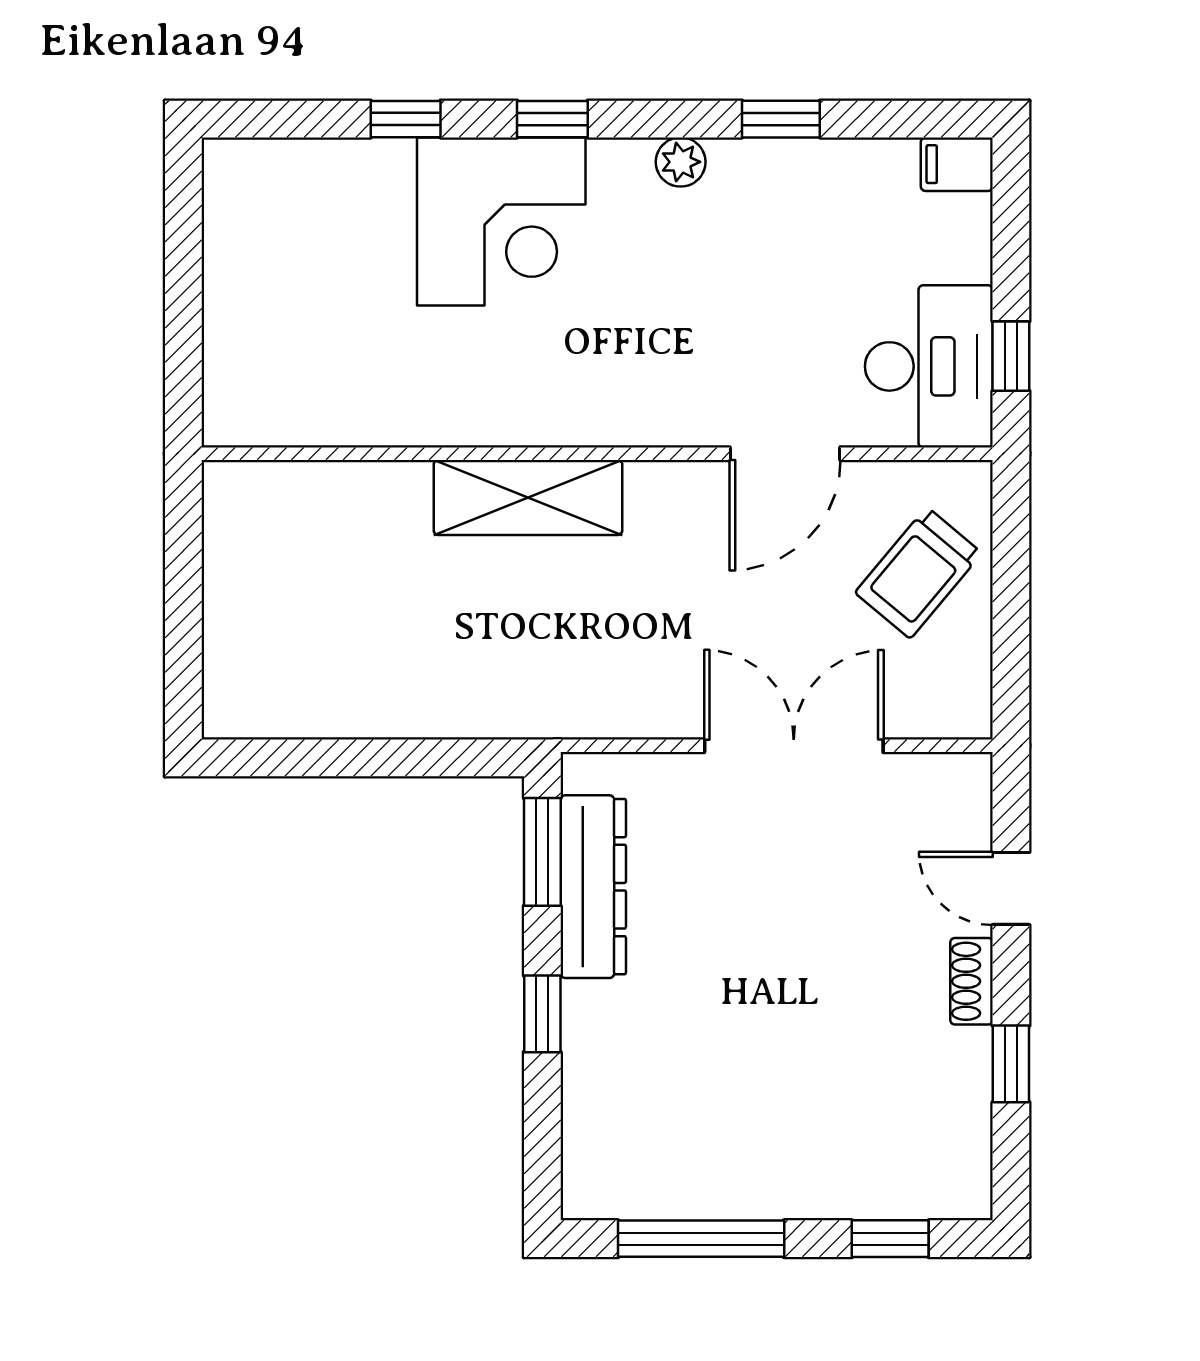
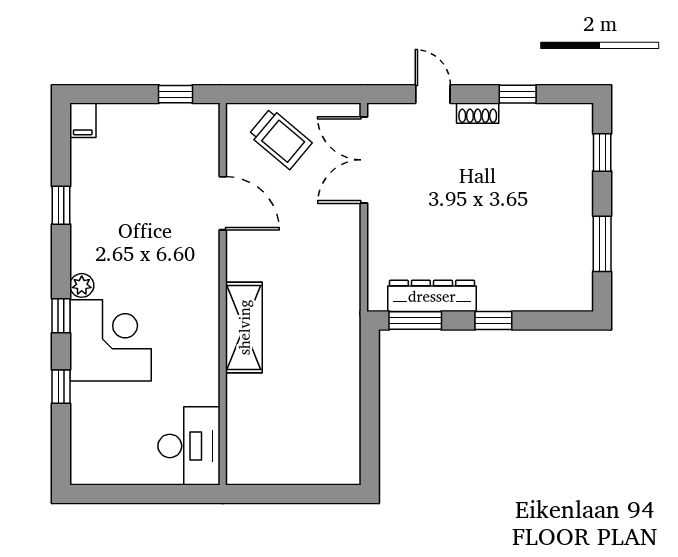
plant: (681, 162) -> (82, 285), moved
desk: (929, 366) -> (189, 446), moved, turned 90
double door: (794, 746) -> (364, 160), moved
door: (1011, 888) -> (433, 94), swing flipped
window: (701, 1239) -> (602, 244), width x0.69

